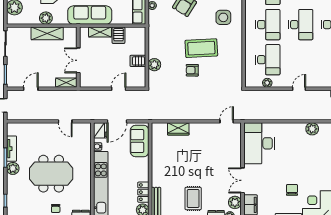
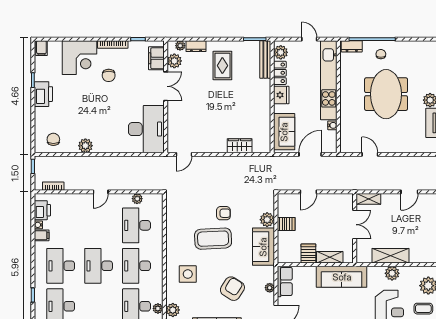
sofa: (158, 41) -> (263, 247), added
fridge: (100, 130) -> (281, 95), moved, turned 180
meeting table: (51, 174) -> (386, 94), turned 90

